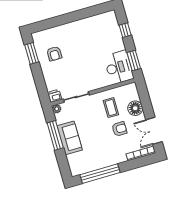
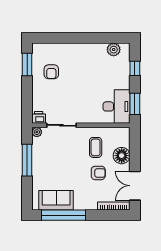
plant: (102, 19) -> (114, 50), added
sofa: (70, 138) -> (56, 200), moved, turned -90

